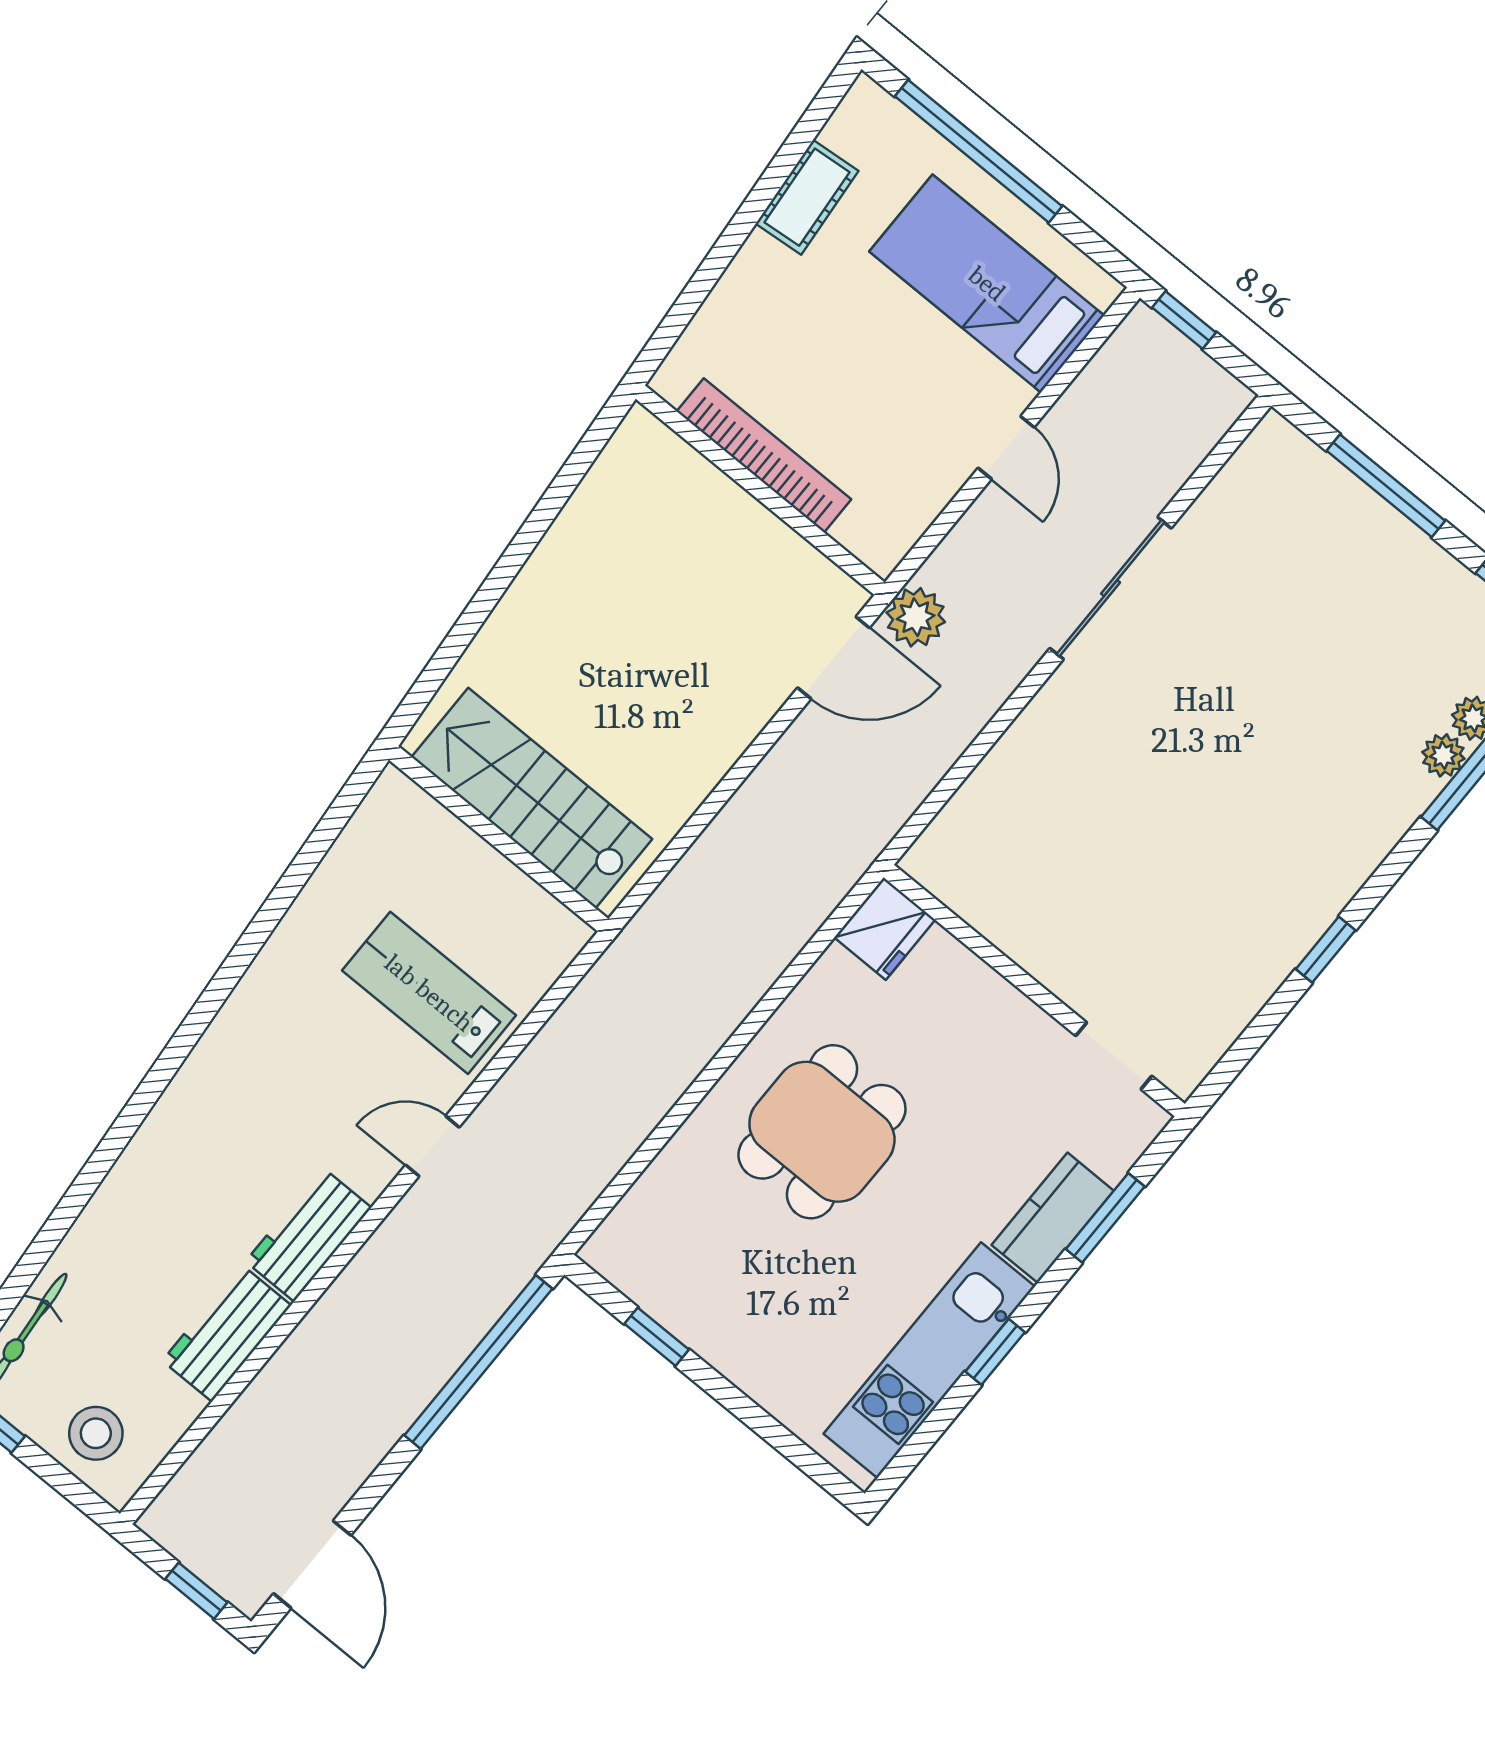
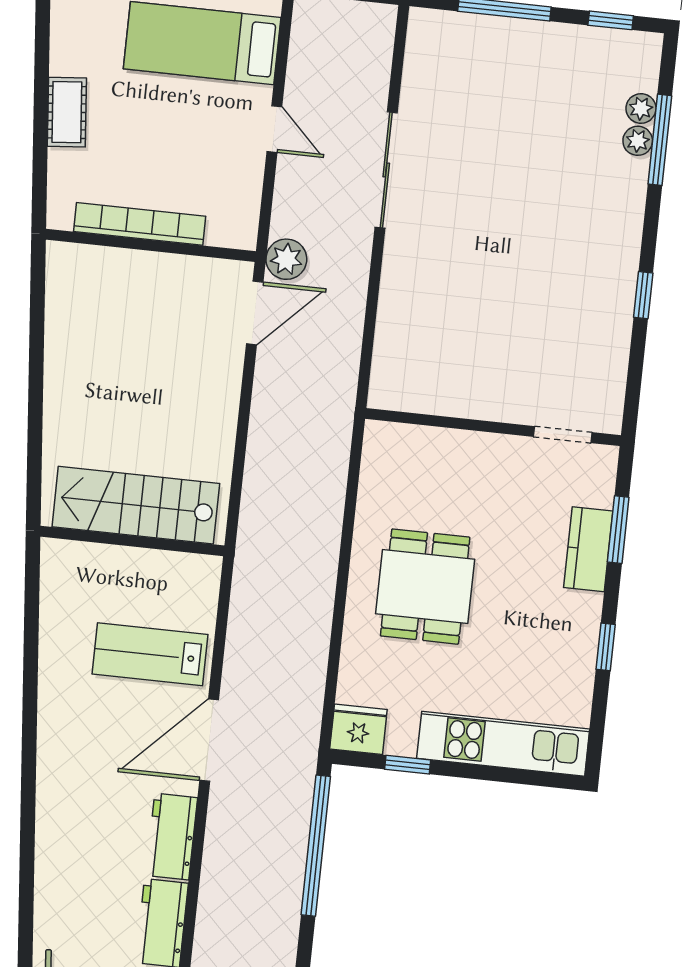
cot: (807, 197) -> (67, 112), moved
fridge: (884, 929) -> (358, 729), moved, turned -90
door: (432, 1146) -> (209, 740), width x1.88
kitchen unit: (929, 1360) -> (503, 744), moved, turned 90

